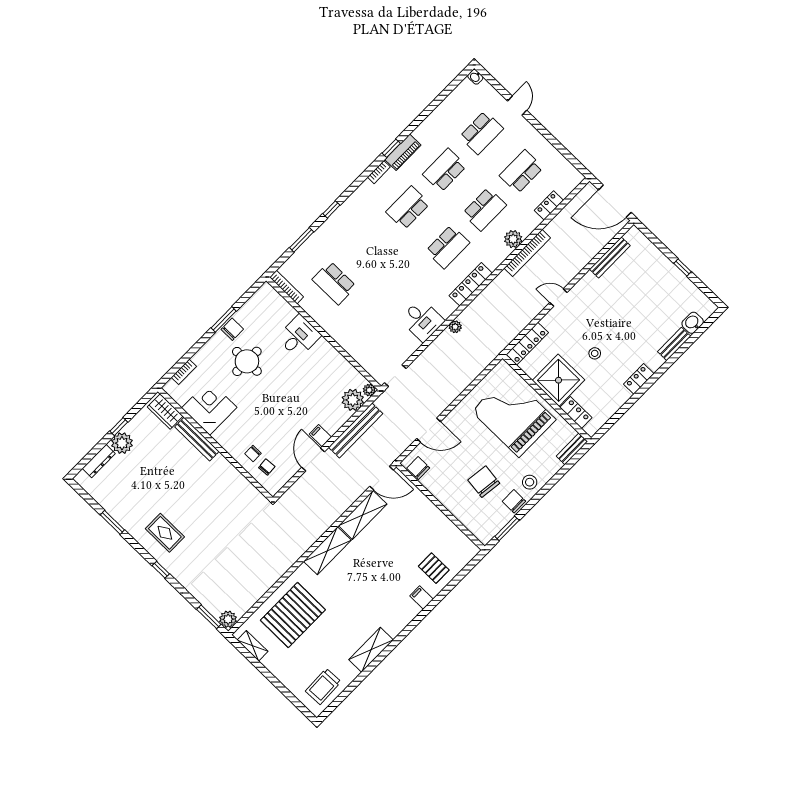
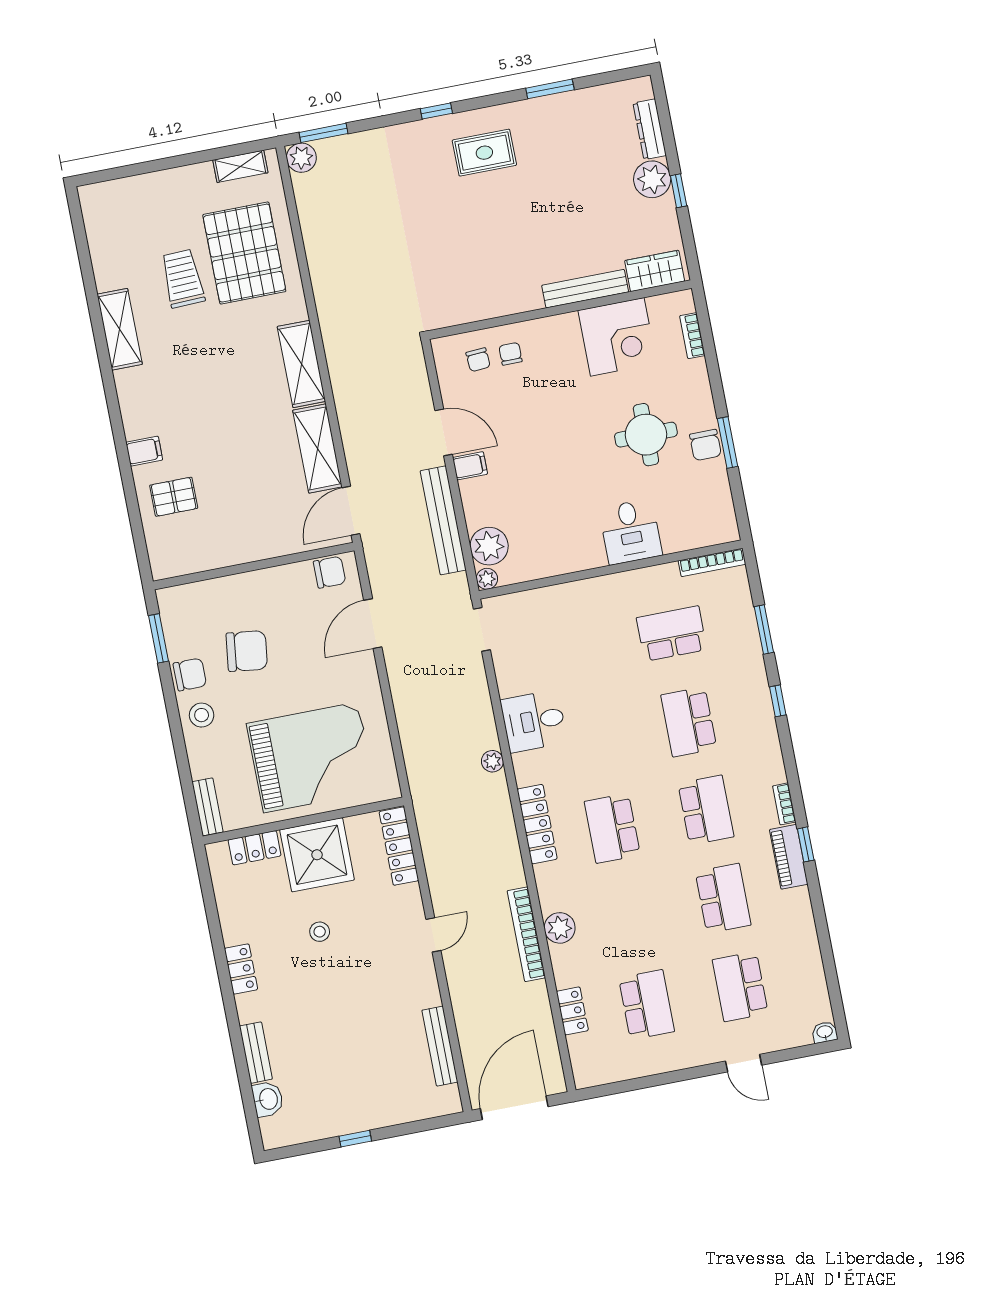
school desk: (484, 209) -> (689, 722), moved
trolley: (323, 686) -> (183, 279), moved

